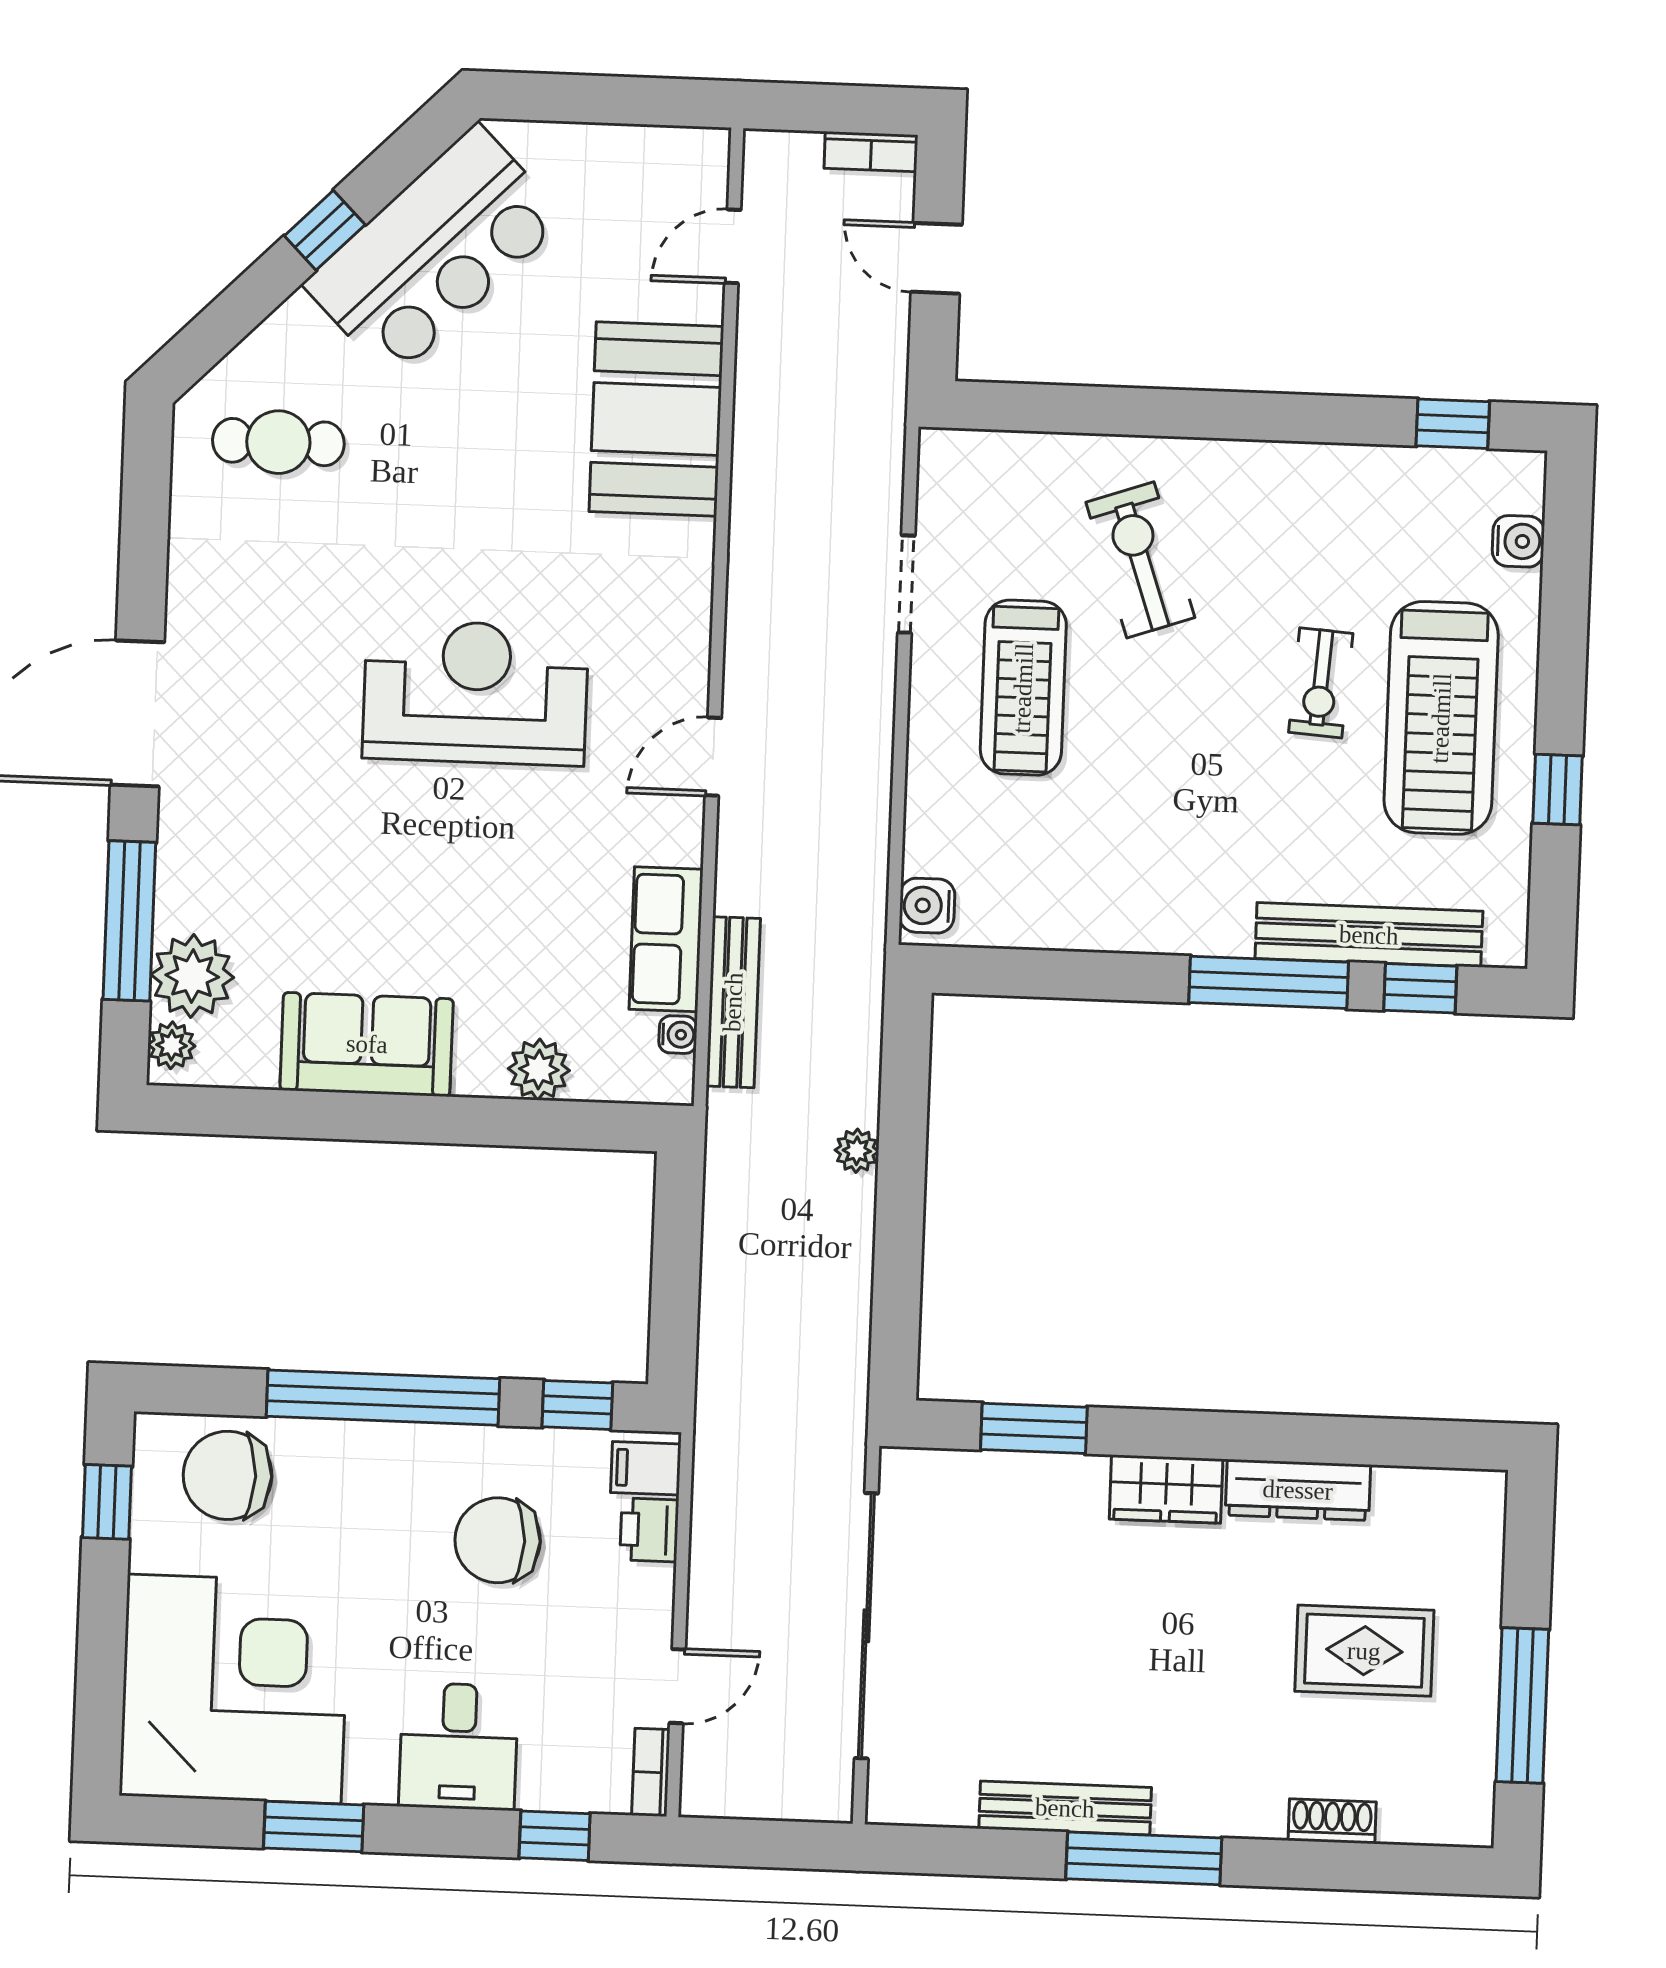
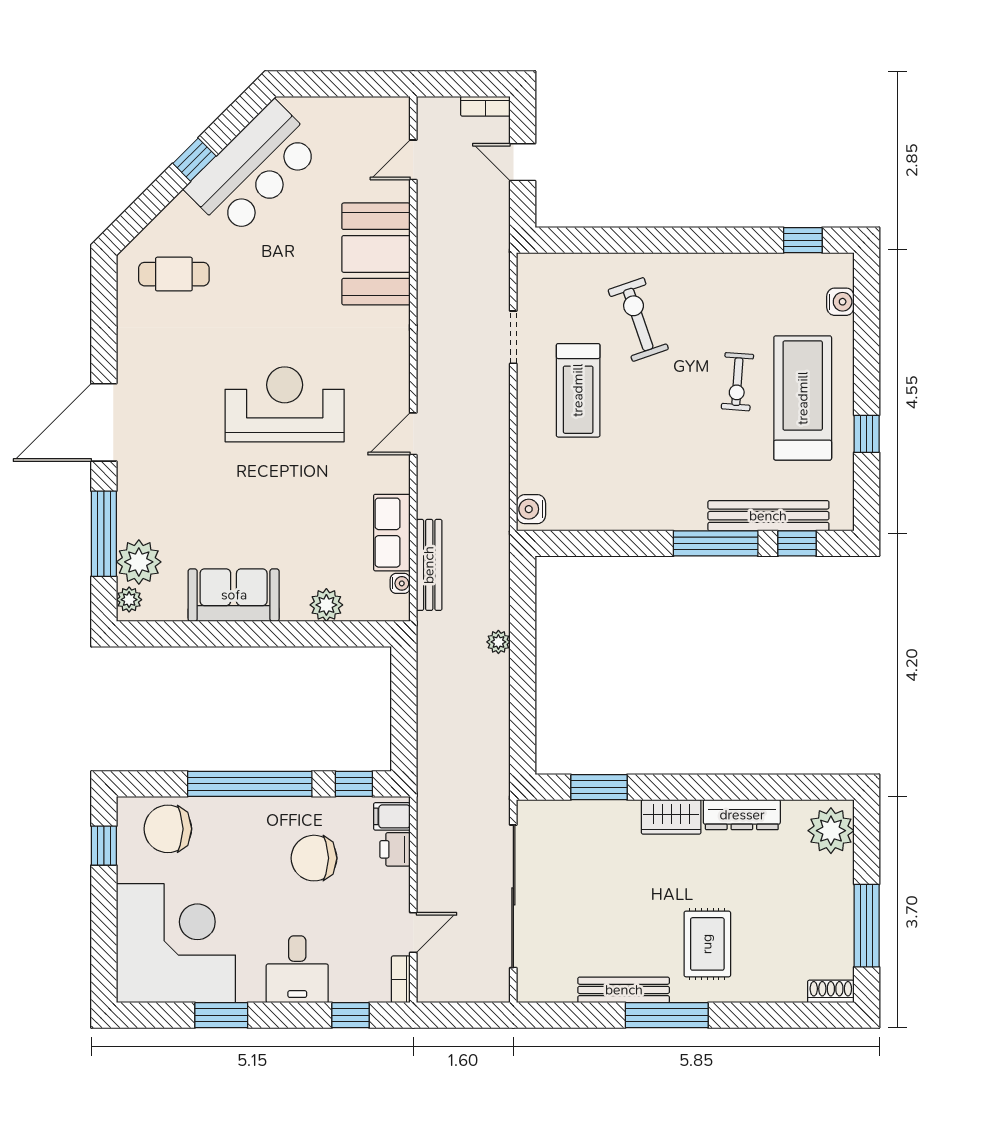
treadmill: (1441, 718) -> (803, 398), turned 180
plant: (1463, 1526) -> (831, 831), added
rug: (1364, 1651) -> (707, 944), moved, turned 90
shoe rack: (1332, 1821) -> (831, 991), moved

